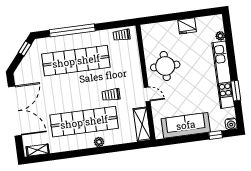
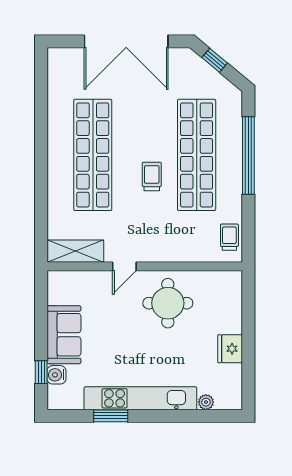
window: (25, 49) -> (215, 60), moved
trolley: (111, 95) -> (152, 176), moved
water cooler: (231, 124) -> (56, 375), moved
sofa: (186, 125) -> (64, 335), width x0.73
plant: (99, 142) -> (55, 175), removed
shelving: (38, 150) -> (55, 71), removed

